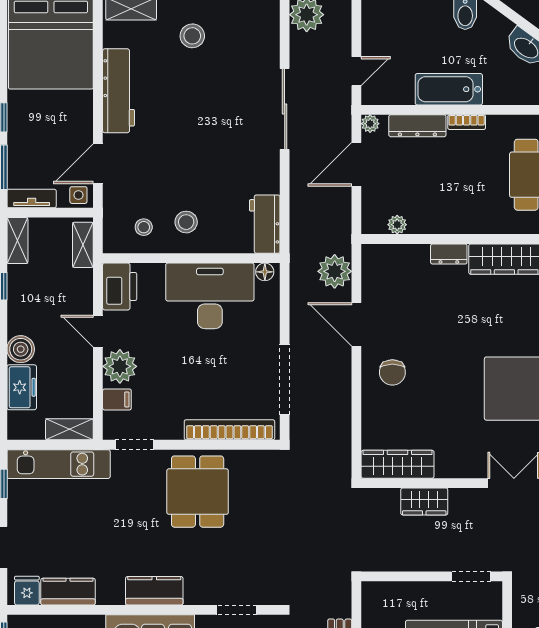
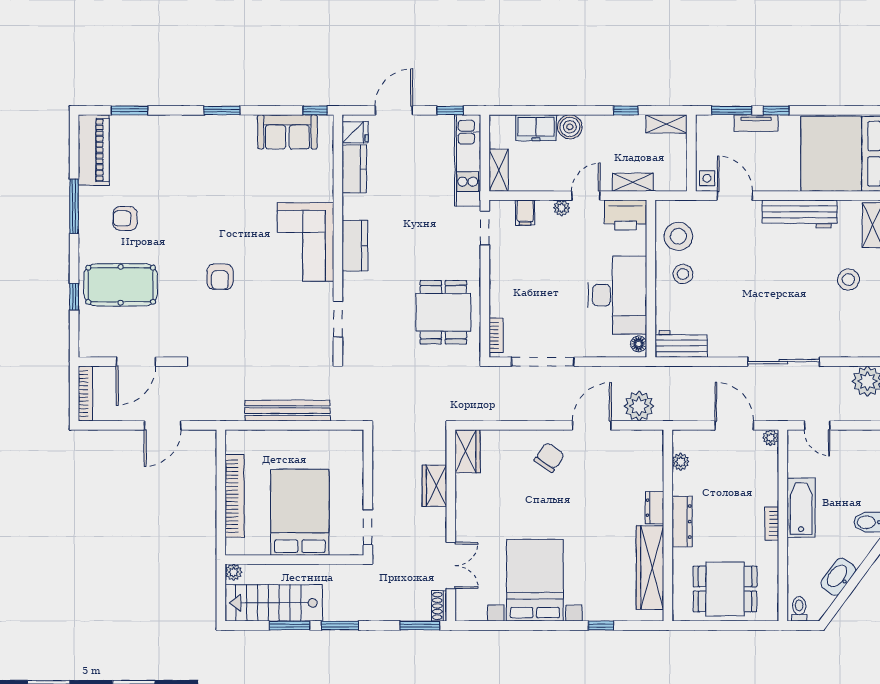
dresser: (417, 126) -> (682, 522), moved, turned 180
tv unit: (32, 199) -> (756, 123), moved, turned 90
stool: (144, 227) -> (678, 236), width x1.89, depth x1.89
shelving: (83, 245) -> (633, 182), moved
plant: (120, 366) -> (562, 208), width x0.53, depth x0.53
chair: (392, 372) -> (549, 457), turned 124
bookcase: (229, 430) -> (496, 335), width x0.43, depth x0.76
wardrobe: (398, 464) -> (468, 451), width x0.67
dining table: (198, 492) -> (443, 312), moved, turned 90

